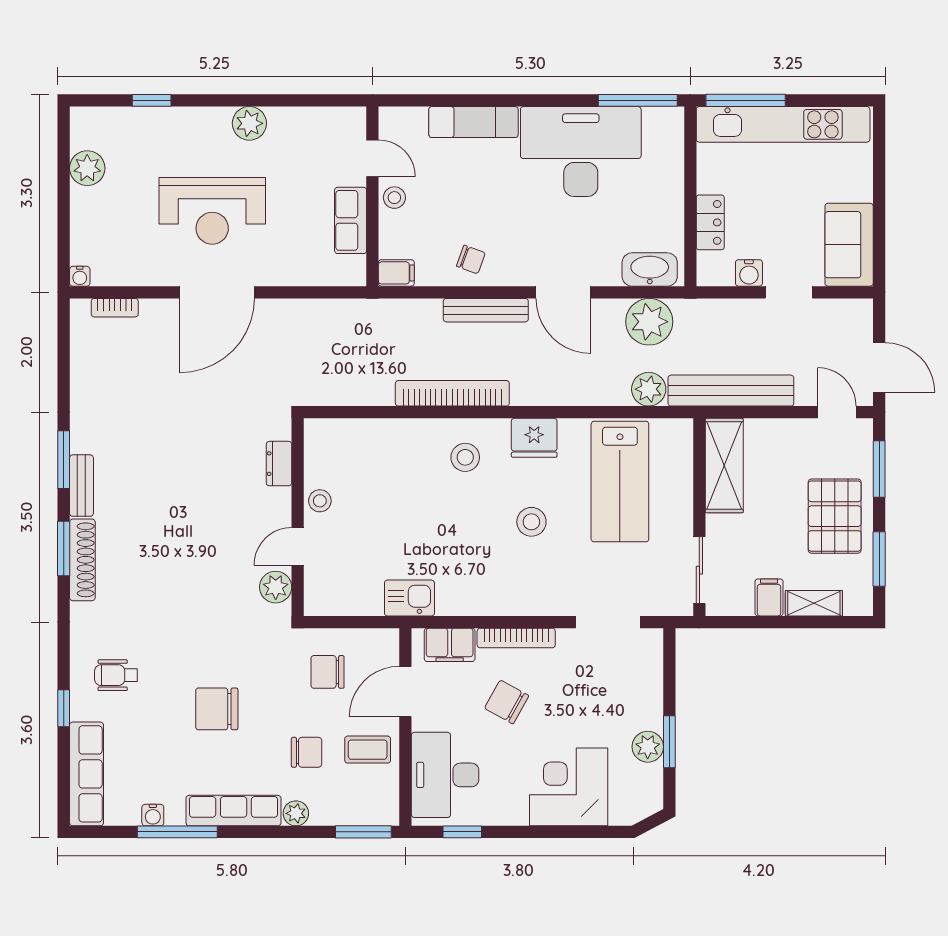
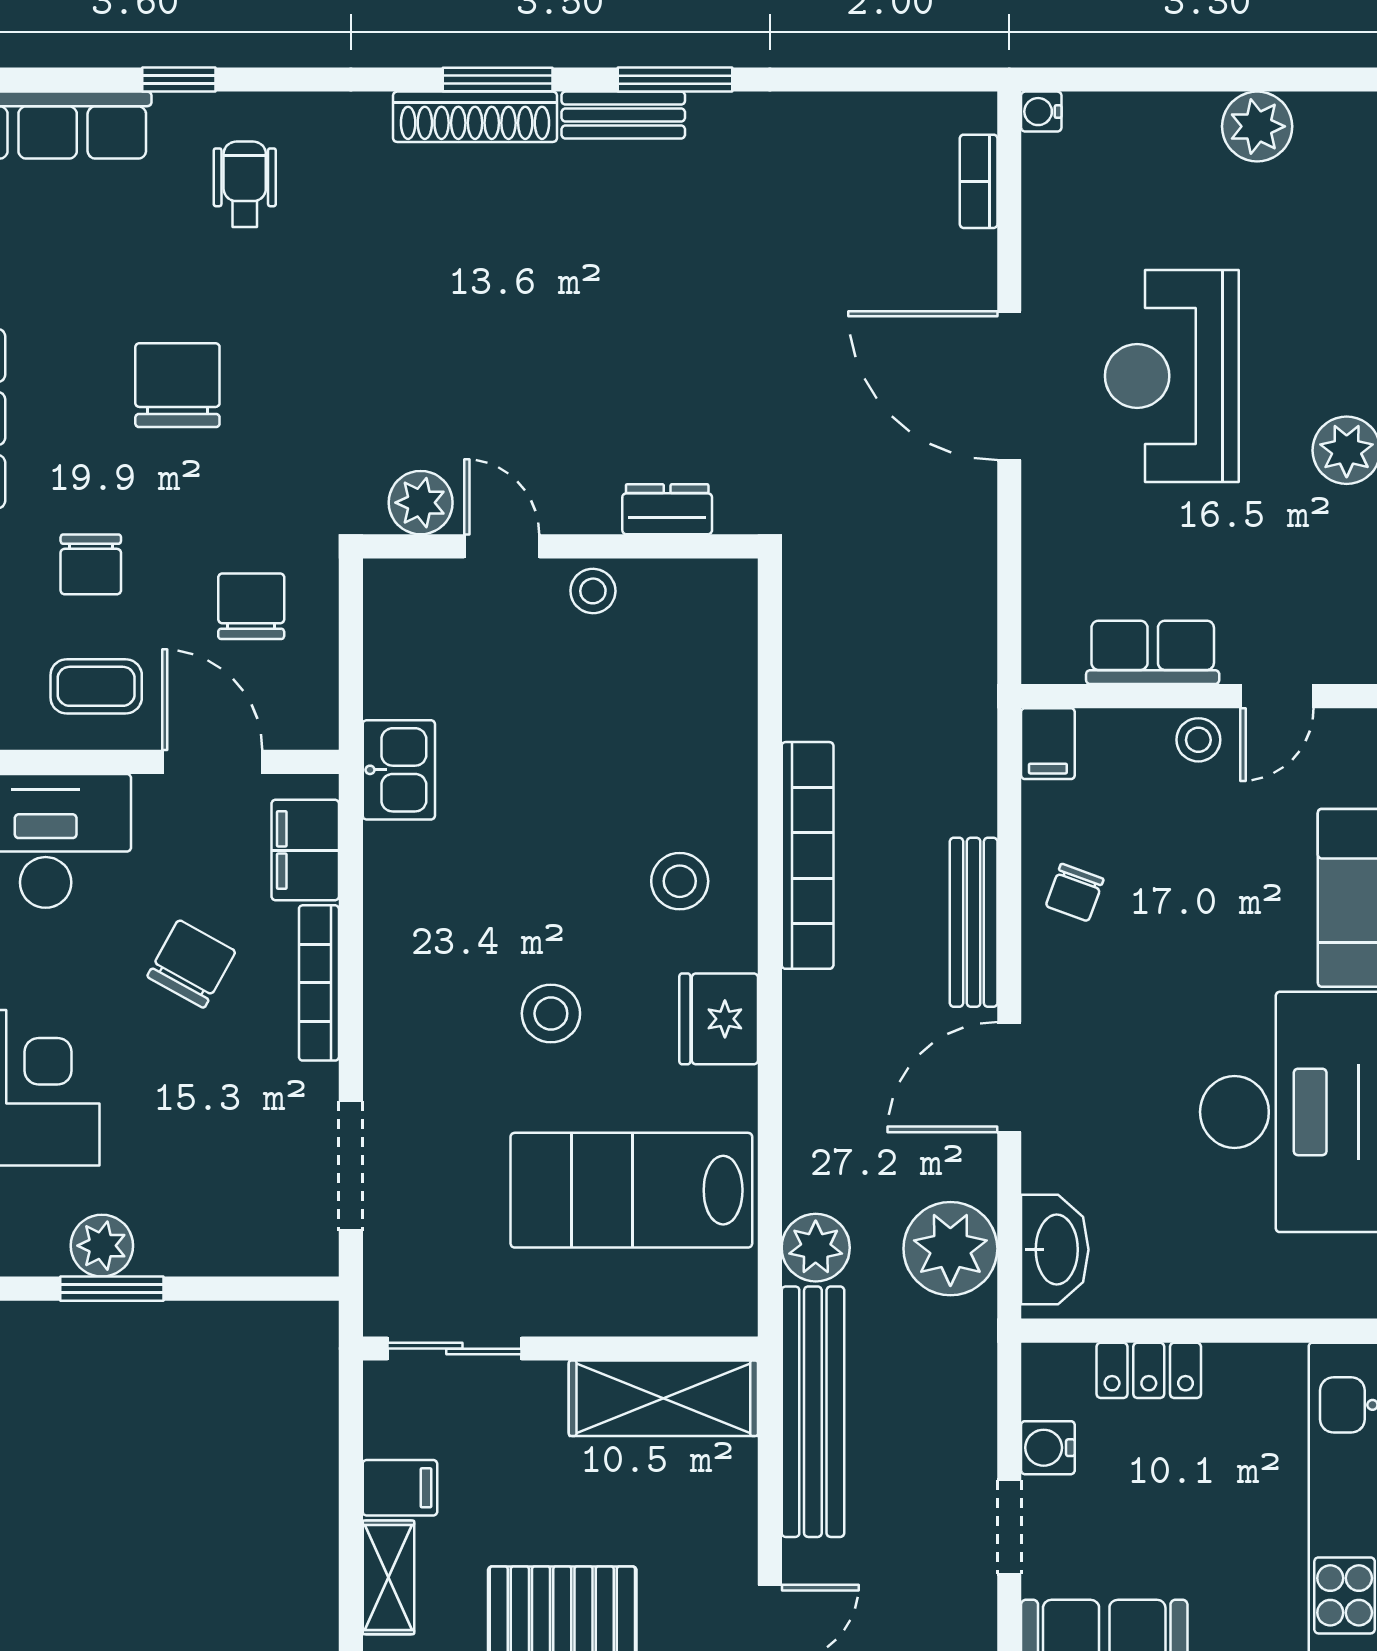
coffee table: (368, 750) -> (96, 686), turned 90

